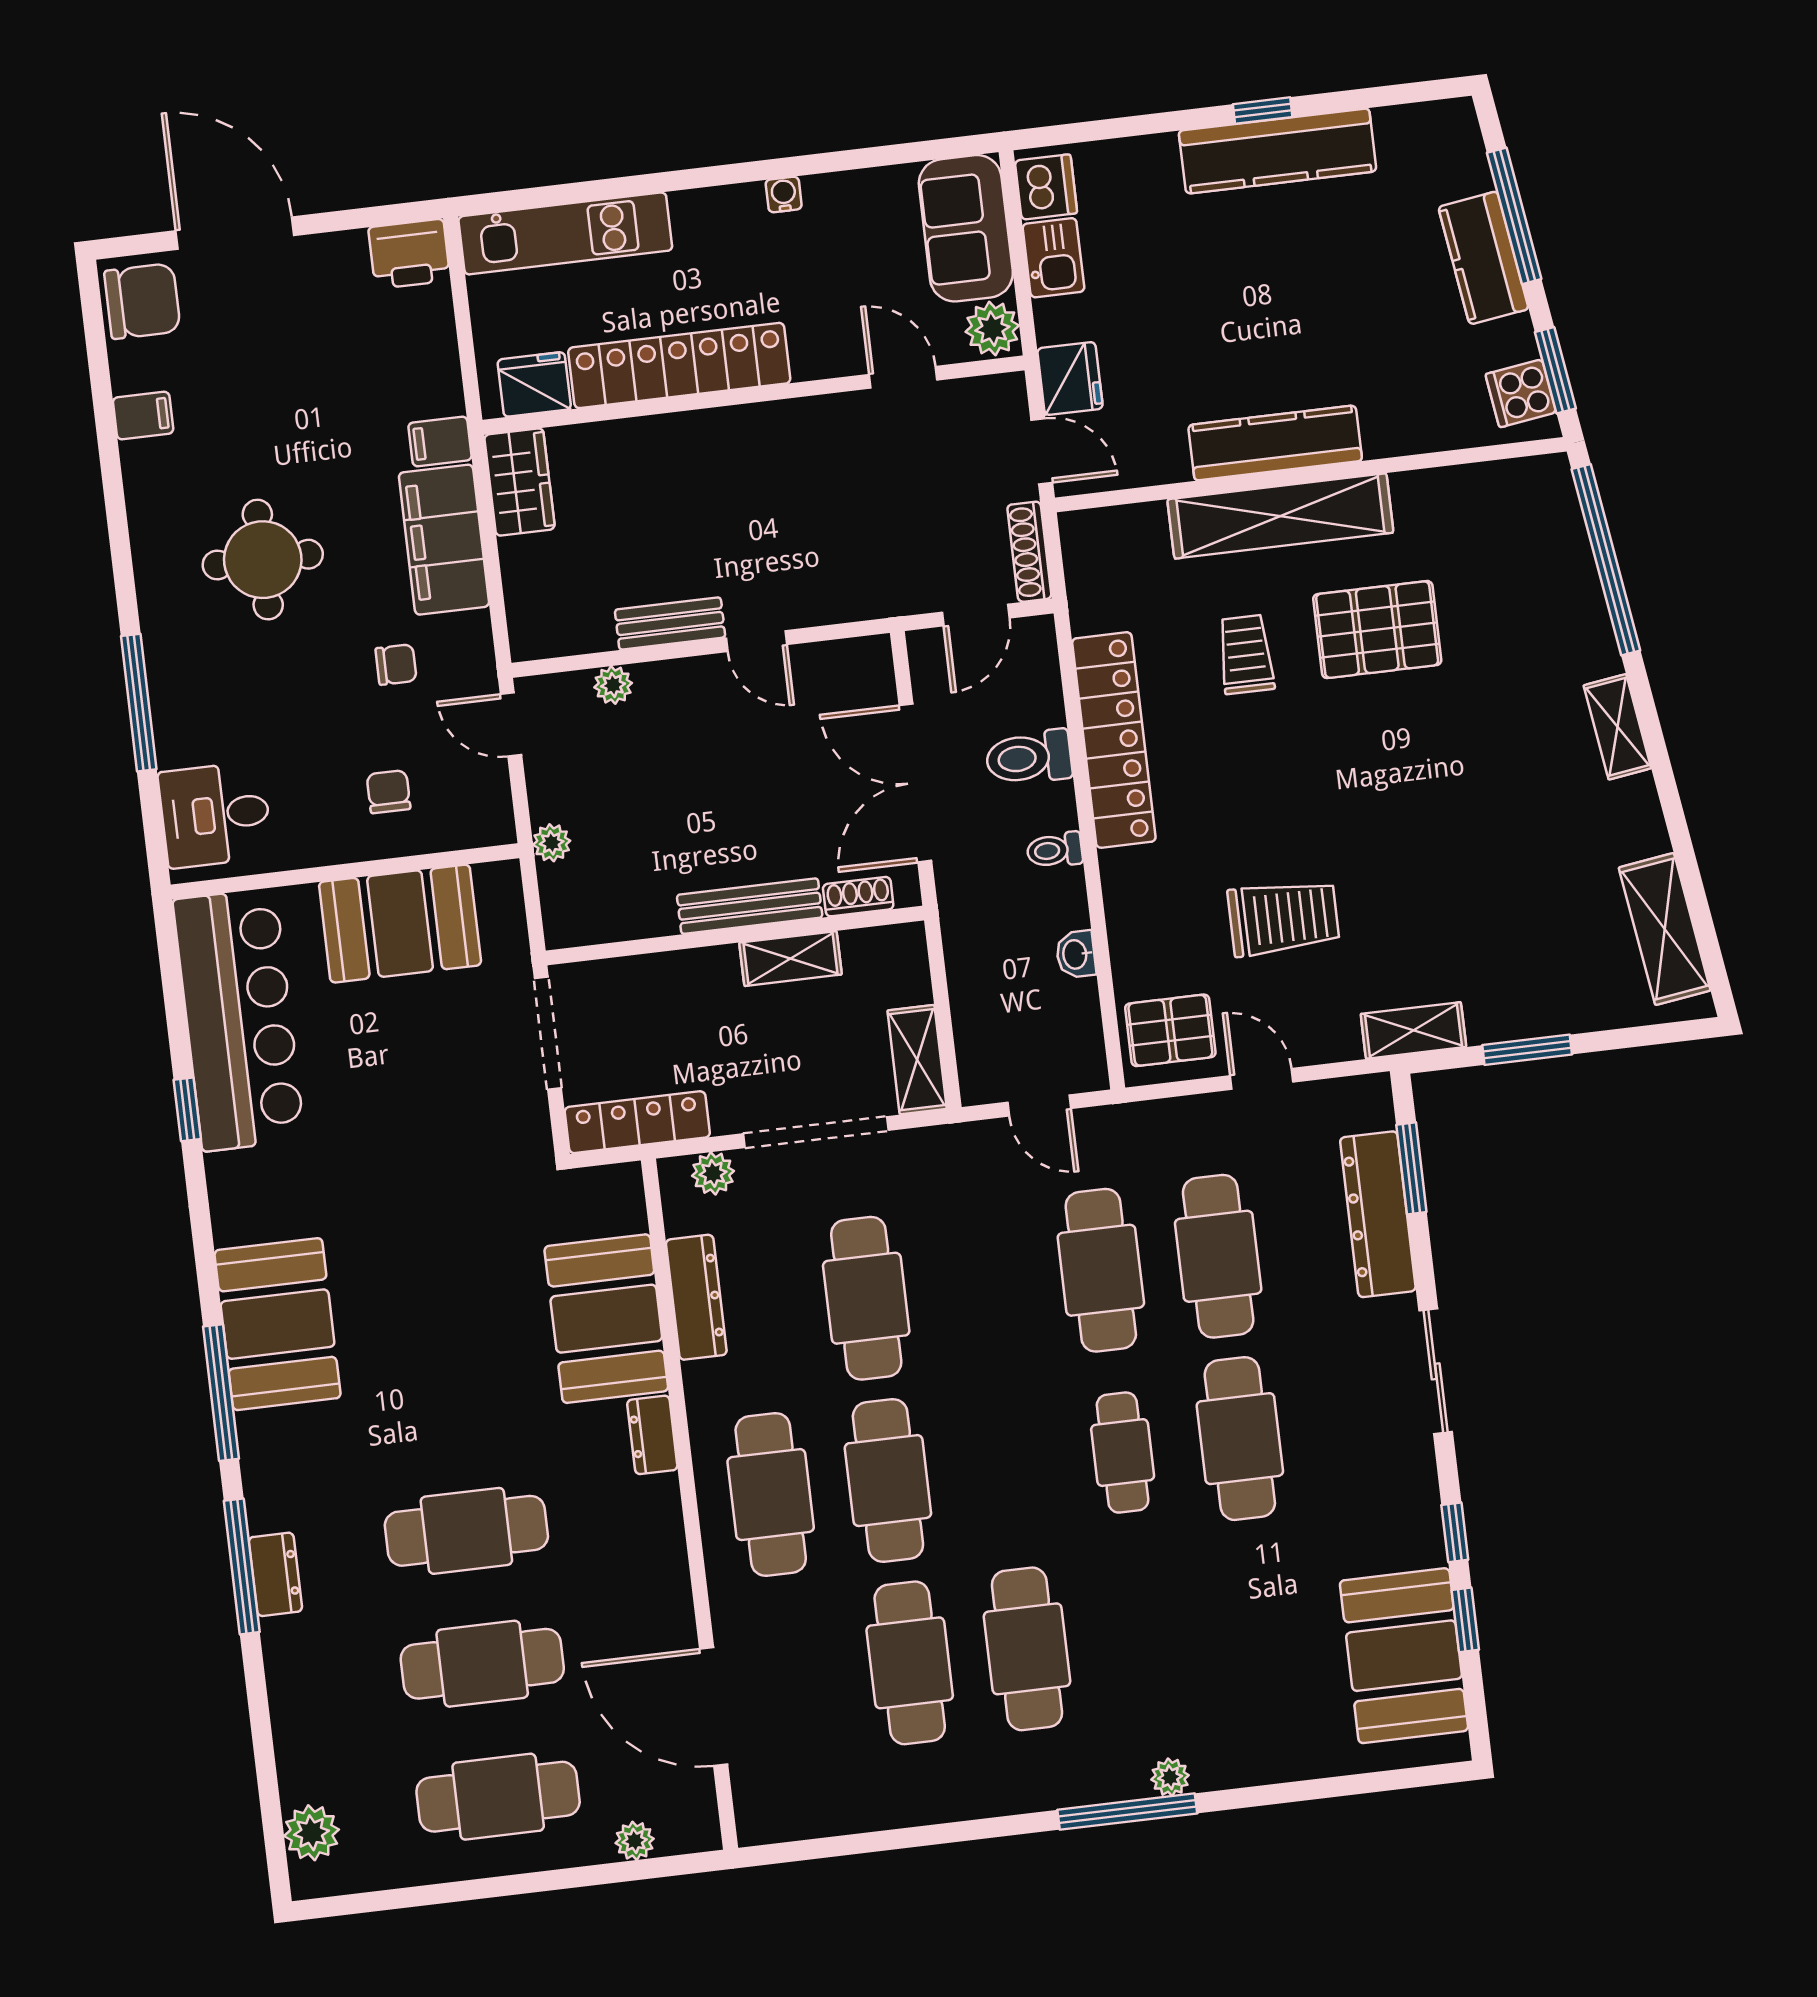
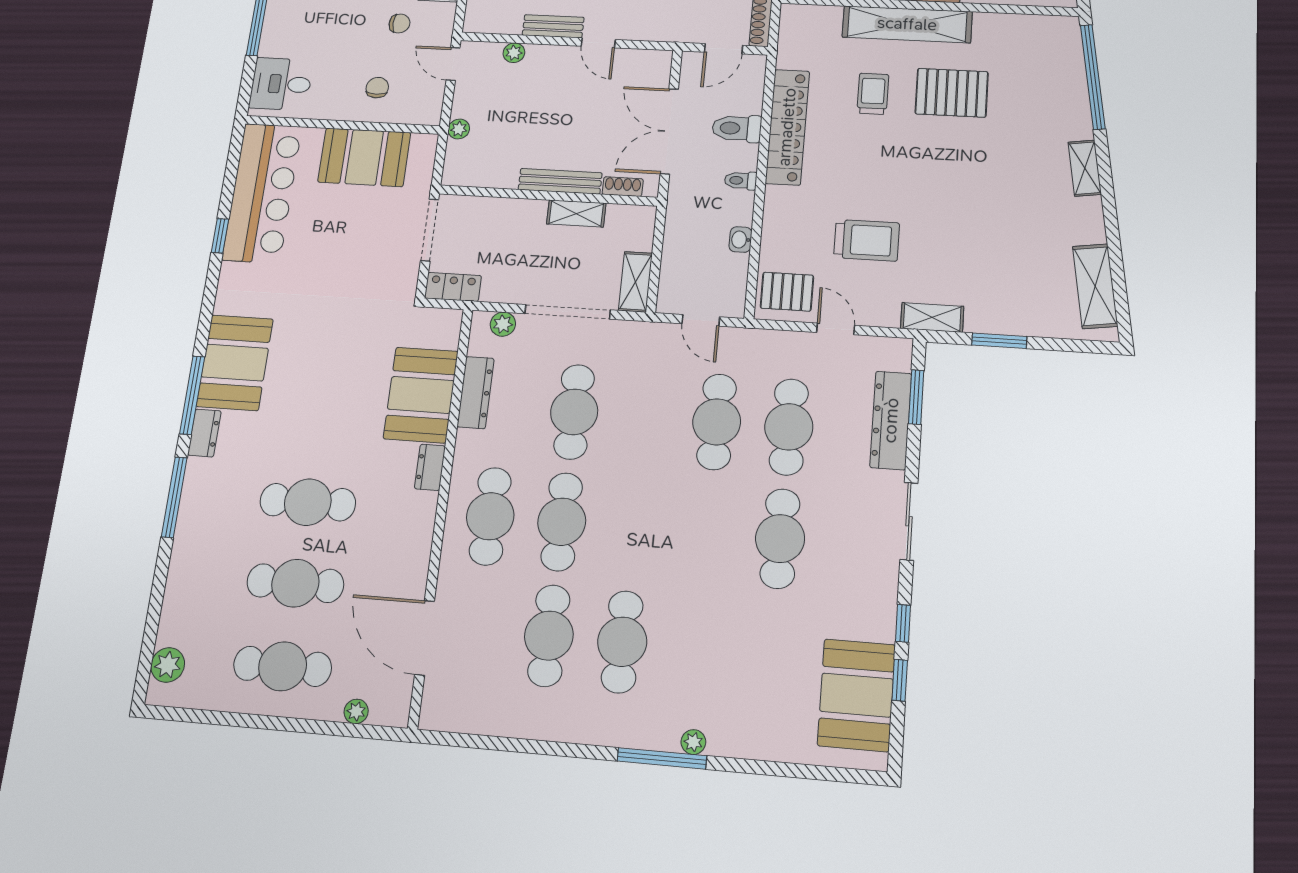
locker: (637, 1122) -> (453, 287), width x0.66
cafe table: (1123, 1453) -> (707, 533), removed
dresser: (275, 1574) -> (204, 433), moved

